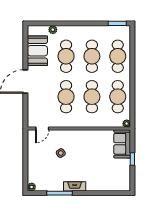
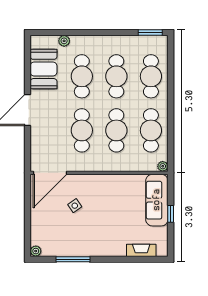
door: (42, 128) -> (50, 173), width x1.88
sofa: (122, 144) -> (157, 200), width x1.36
fireplace: (75, 186) -> (141, 250), moved

